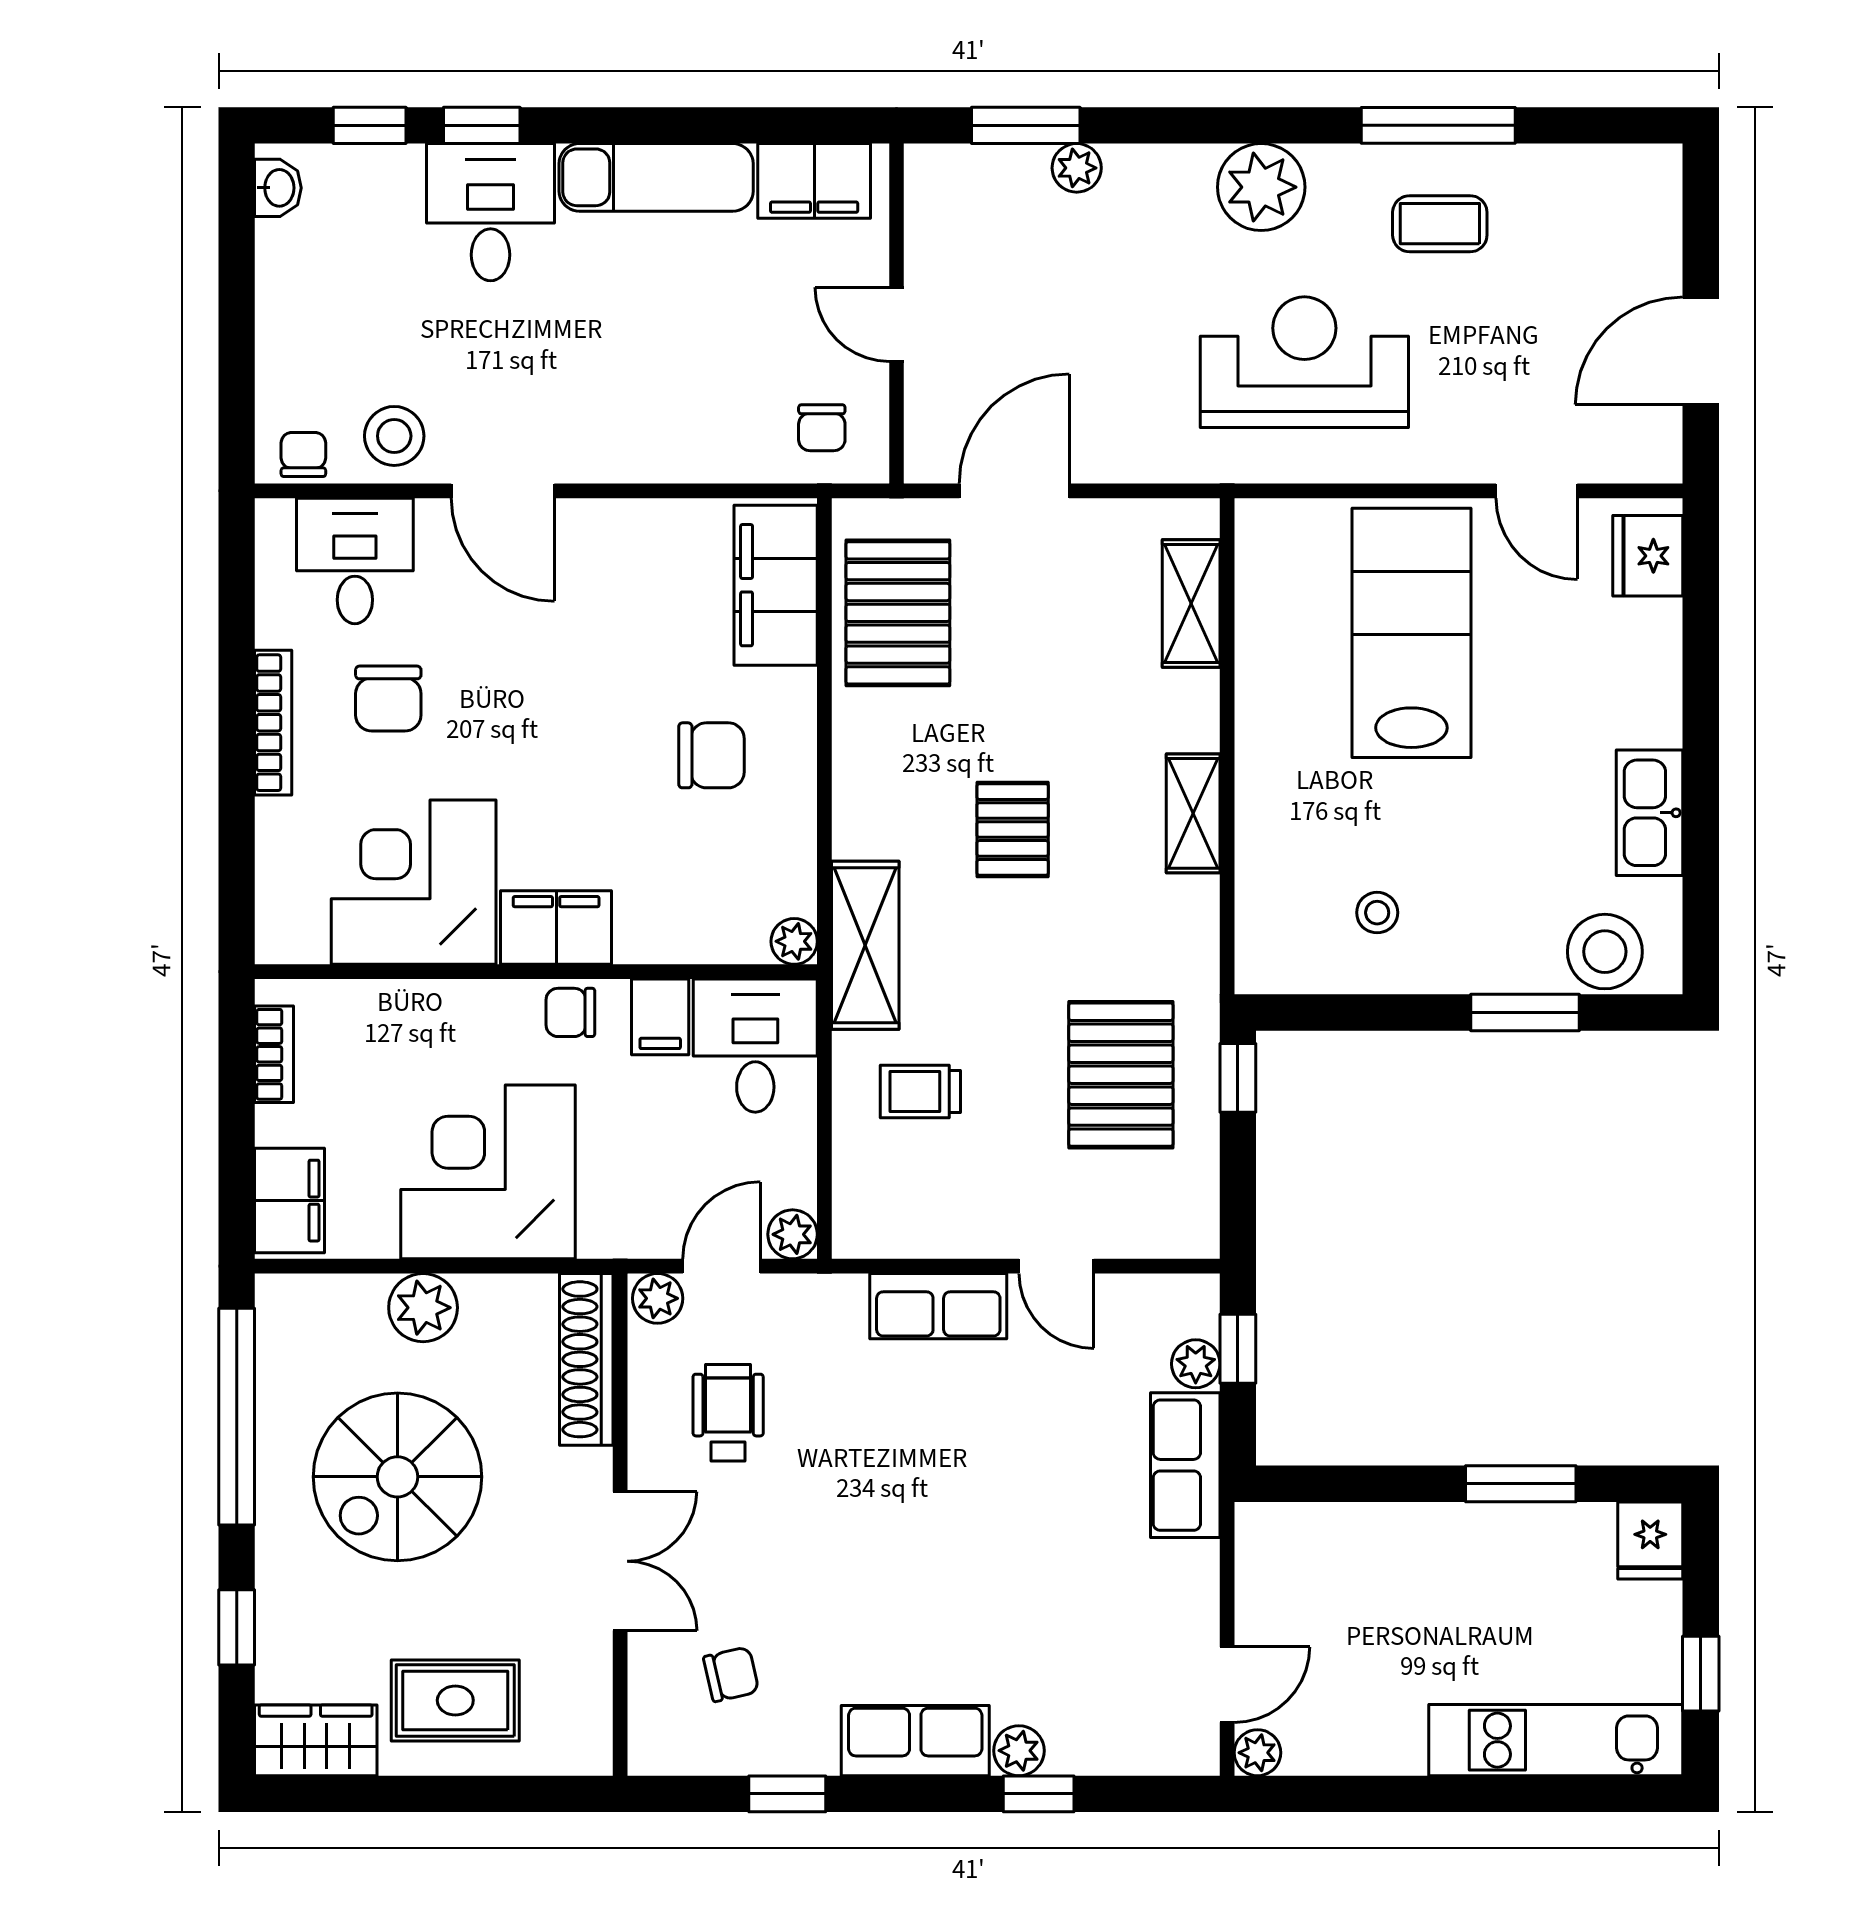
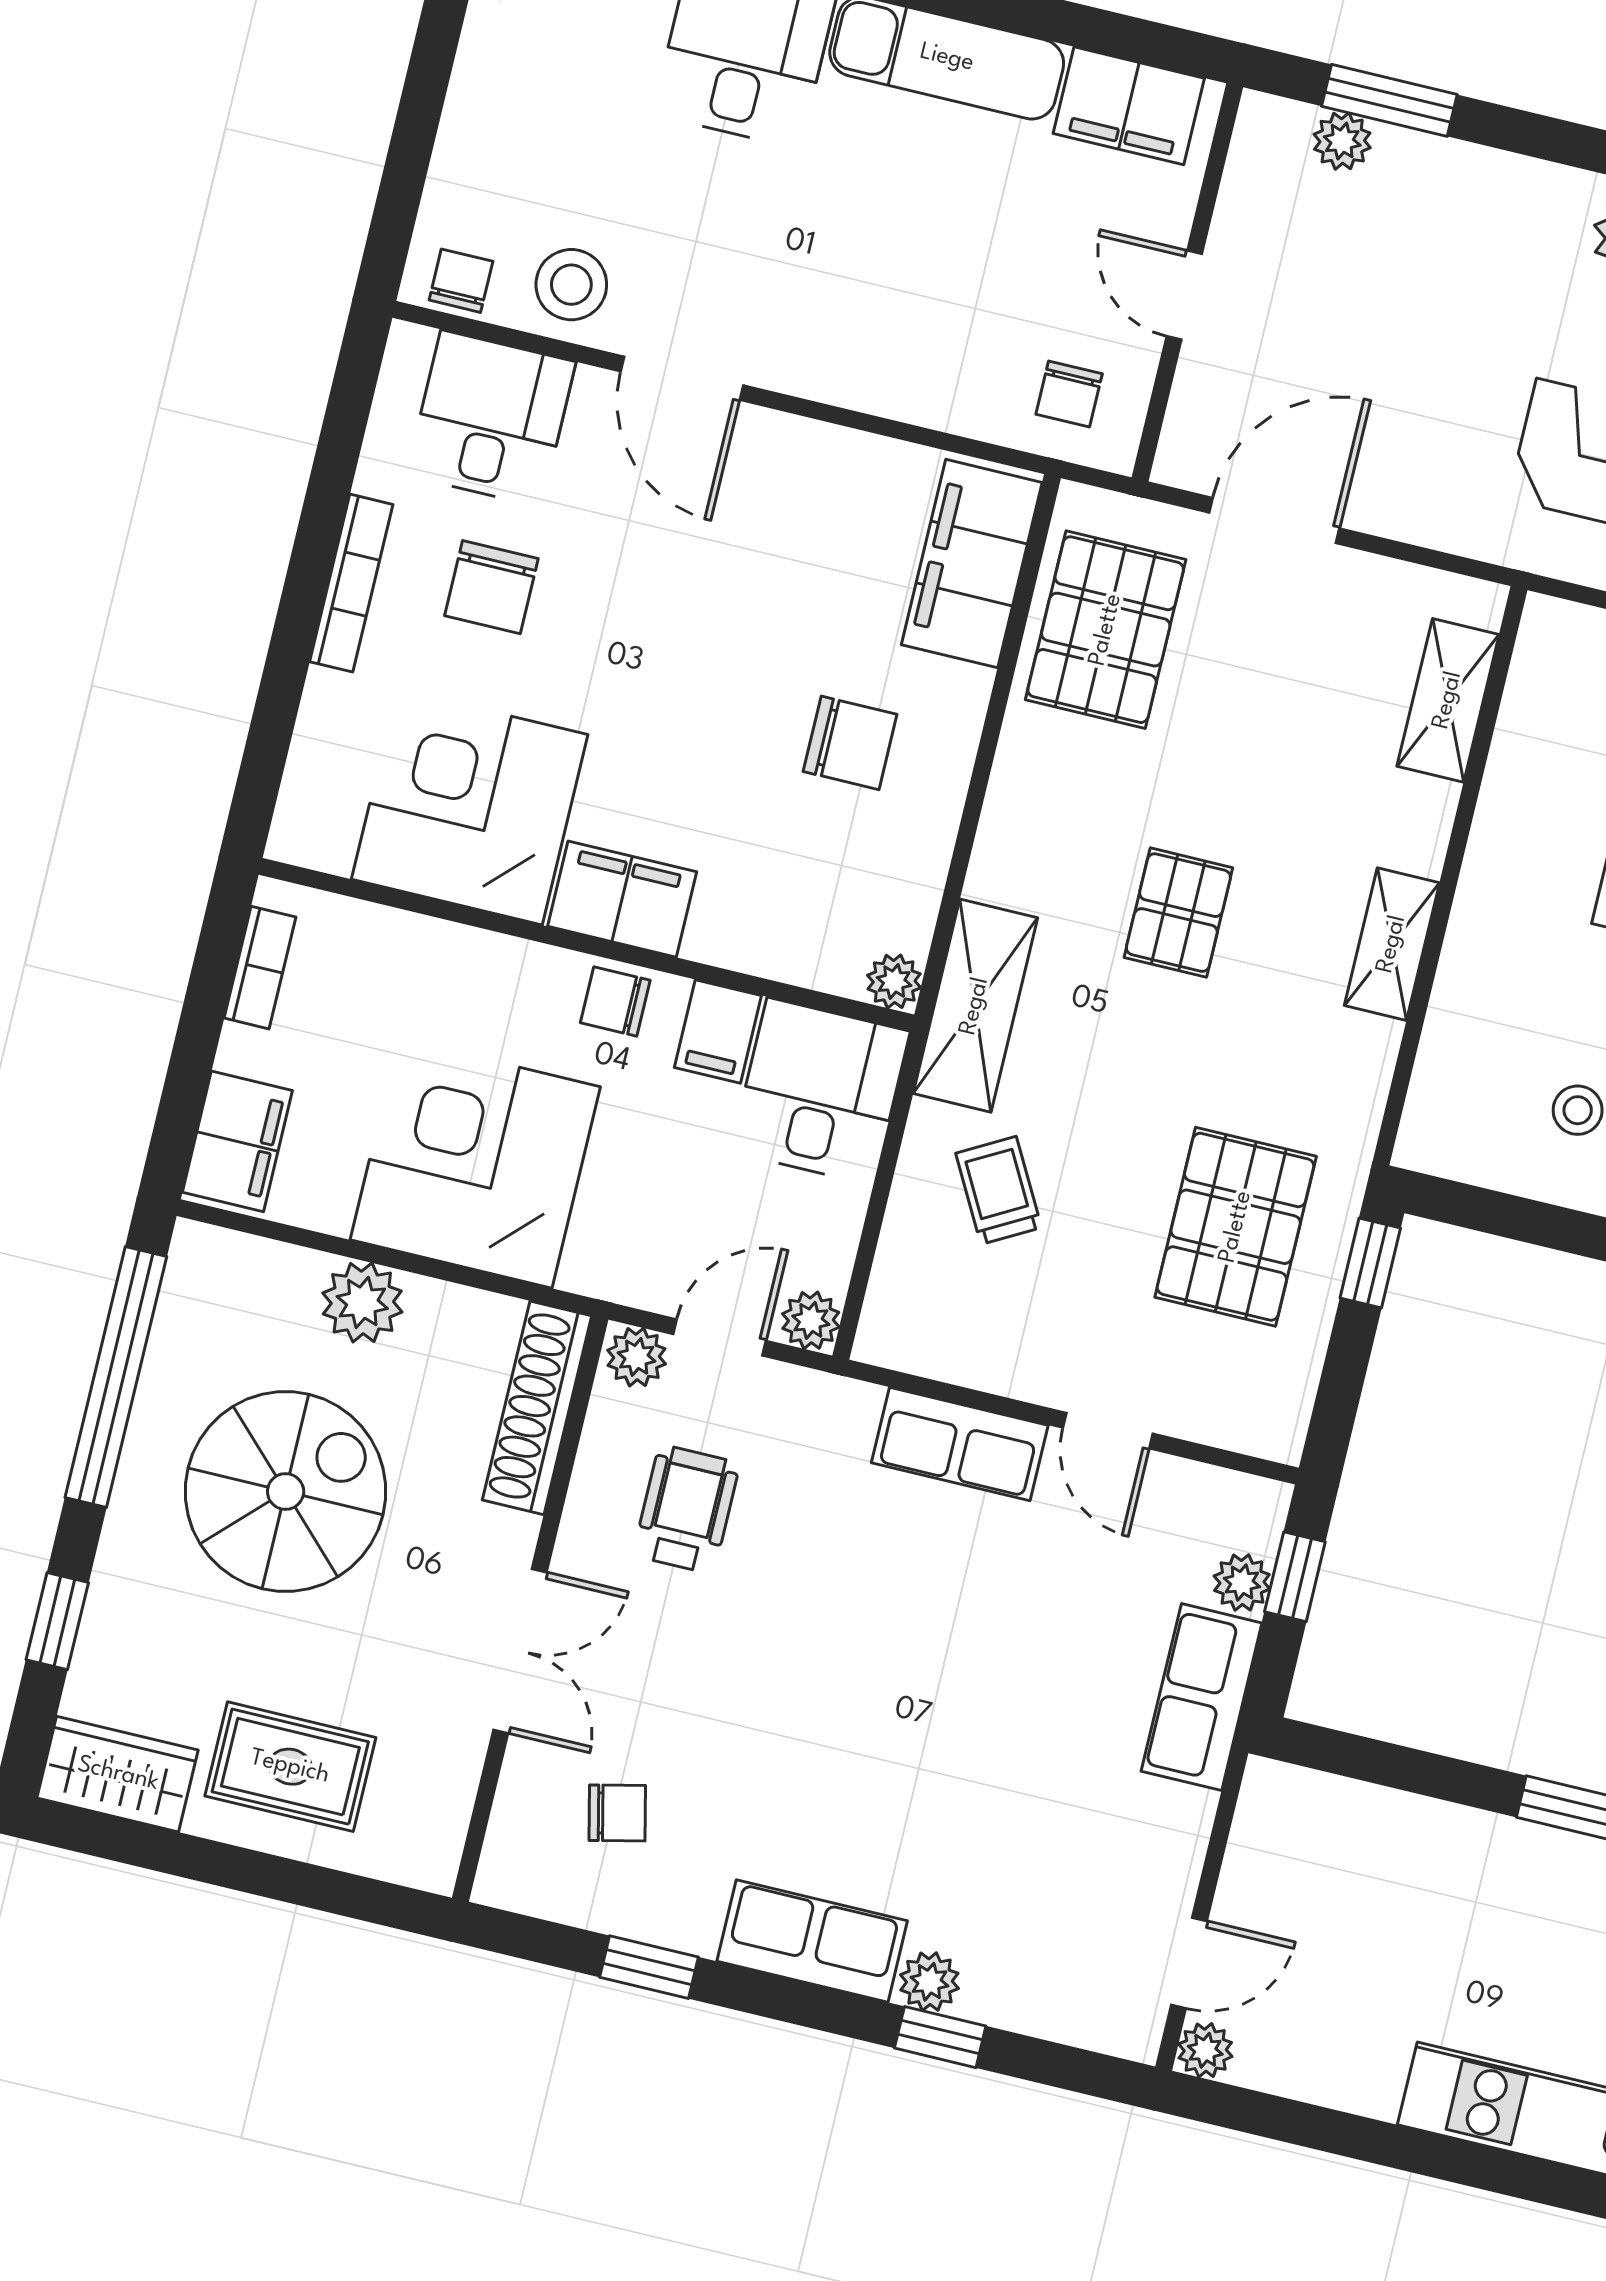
plant: (1077, 168) -> (1342, 141), moved
trolley: (920, 1091) -> (999, 1190), turned 61
spiral stairs: (397, 1477) -> (286, 1491), turned 180

